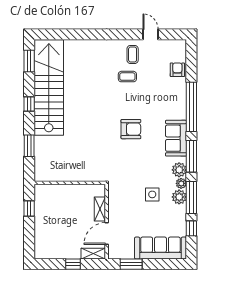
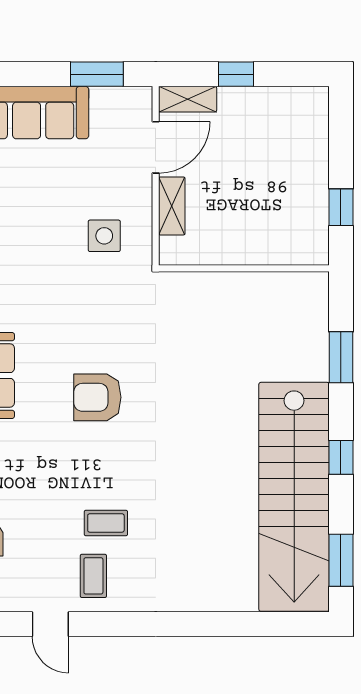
side table: (152, 194) -> (104, 236), moved

